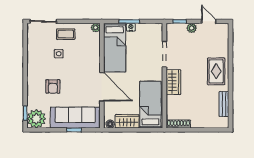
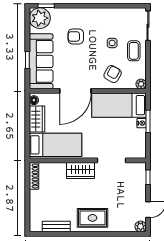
plant: (192, 28) -> (141, 226), moved
armchair: (87, 53) -> (113, 74), added

